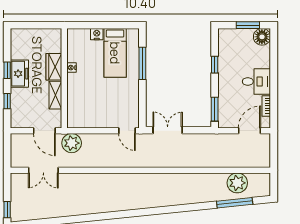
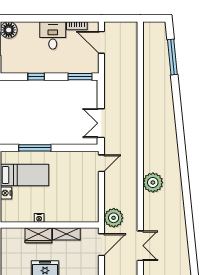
plant: (237, 183) -> (153, 182), moved

